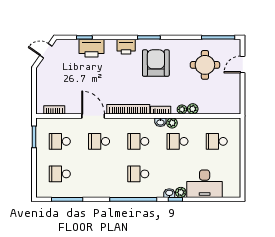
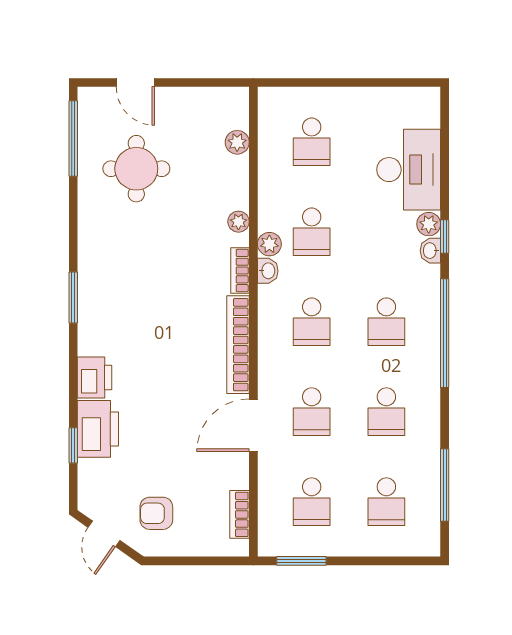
printer: (126, 47) -> (94, 378), moved
armchair: (156, 63) -> (156, 513), moved, width x0.53, depth x0.53
plant: (193, 109) -> (237, 142), moved
school desk: (99, 174) -> (386, 412), added

